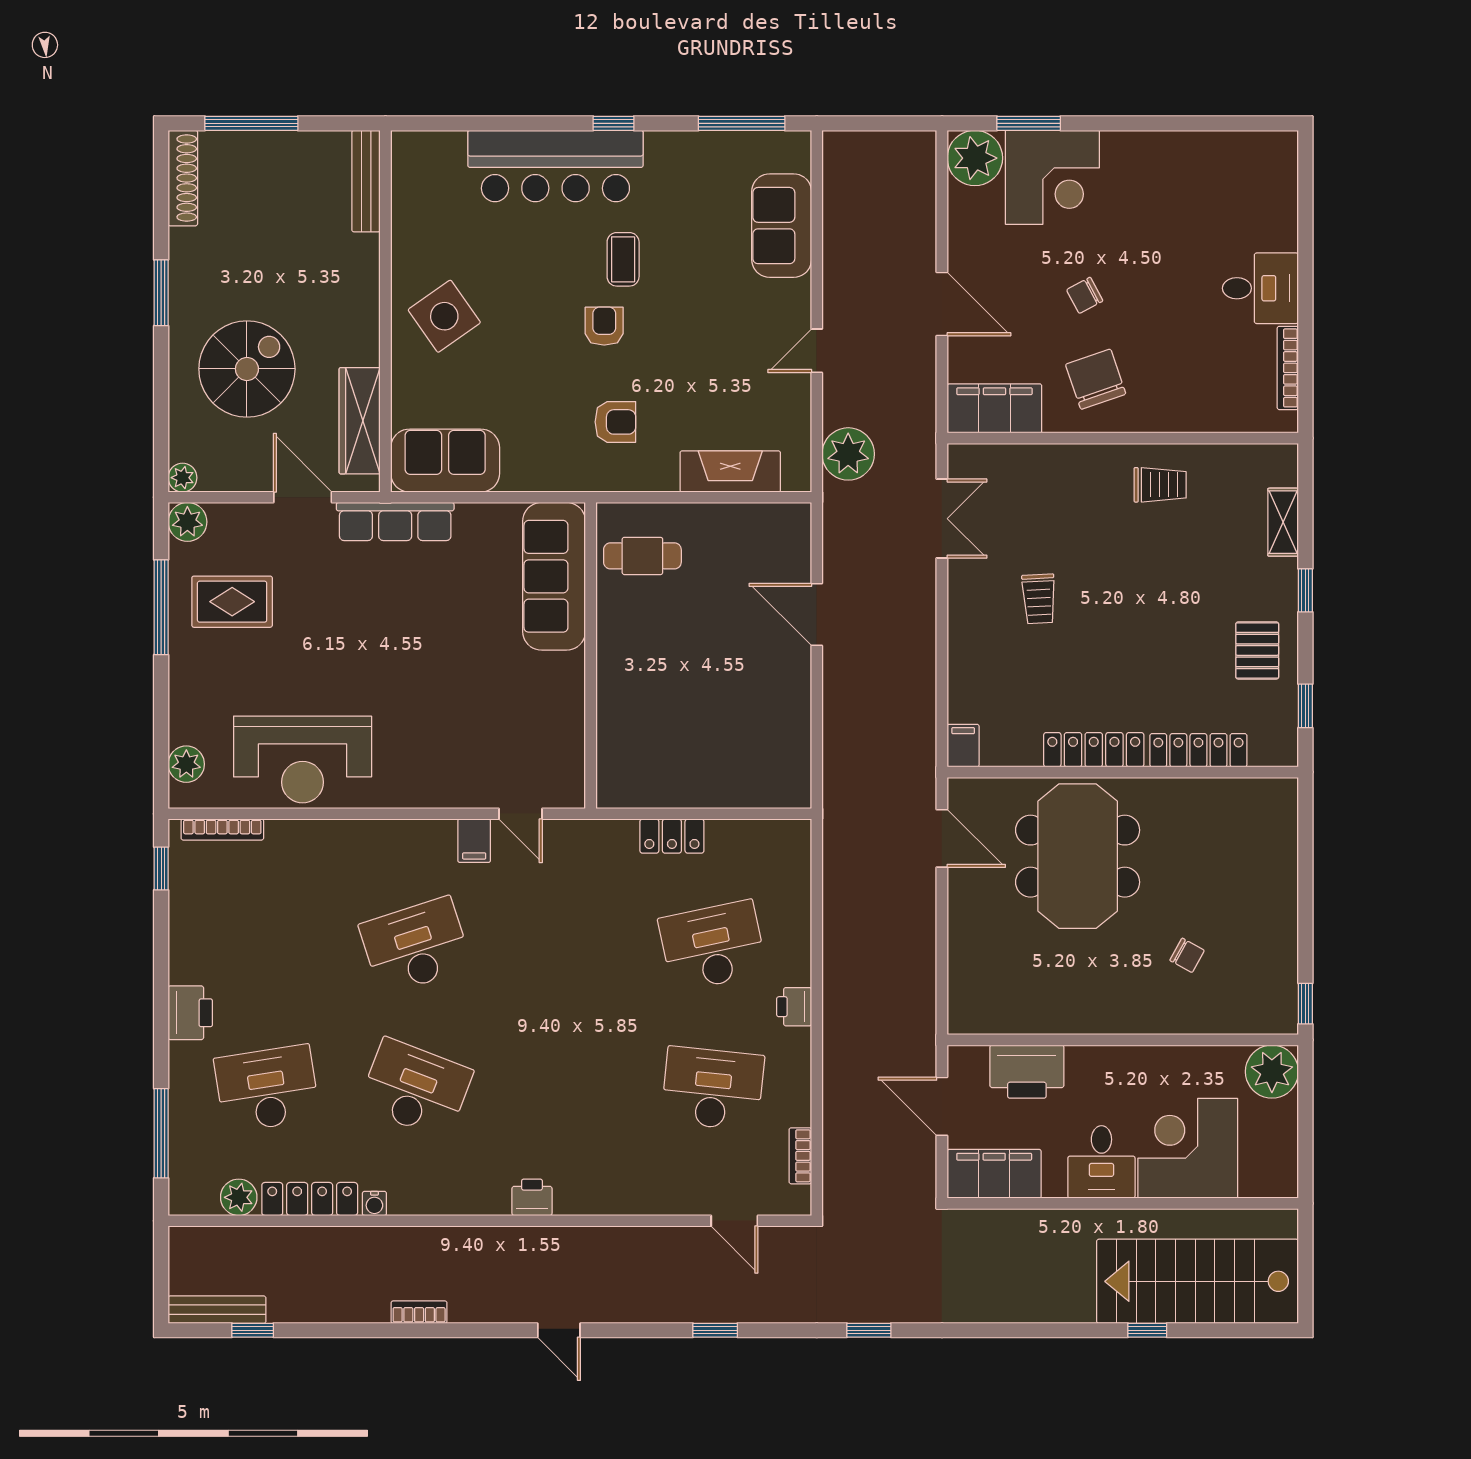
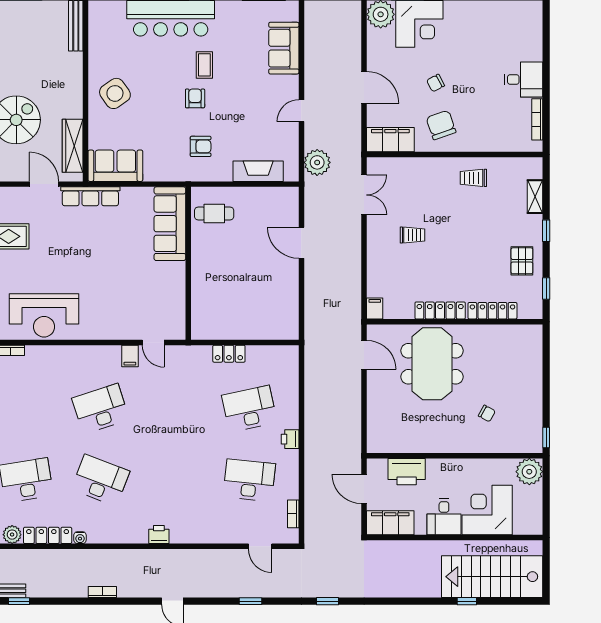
trolley: (1160, 485) -> (473, 178), turned 180
trolley: (1039, 599) -> (413, 235), turned -87

